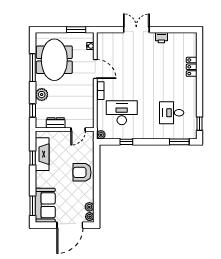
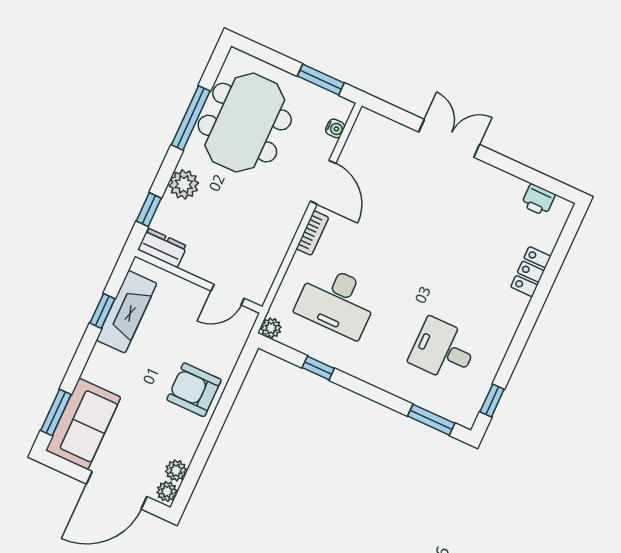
printer: (161, 38) -> (538, 200), moved
desk: (122, 113) -> (337, 301), turned 180
dresser: (56, 123) -> (162, 248), moved

